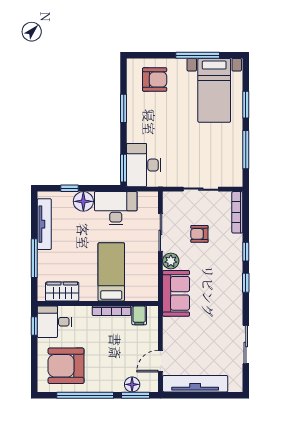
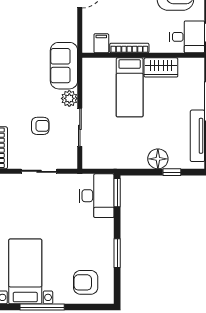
desk: (116, 208) -> (125, 152), removed
wardrobe: (62, 292) -> (161, 67), moved

